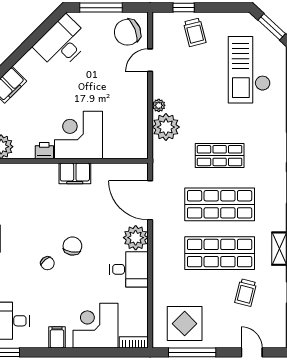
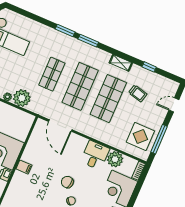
filing cabinet: (75, 173) -> (24, 167), width x0.50
door: (150, 200) -> (60, 126), hinge flipped
plant: (136, 238) -> (115, 159), moved

